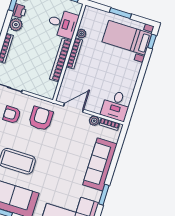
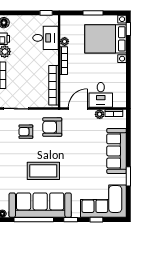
bed with nightstands: (127, 38) -> (105, 39), width x1.36
bookcase: (61, 60) -> (53, 85), moved
desk: (116, 105) -> (101, 95), moved
armchair: (41, 119) -> (52, 127), turned -90

